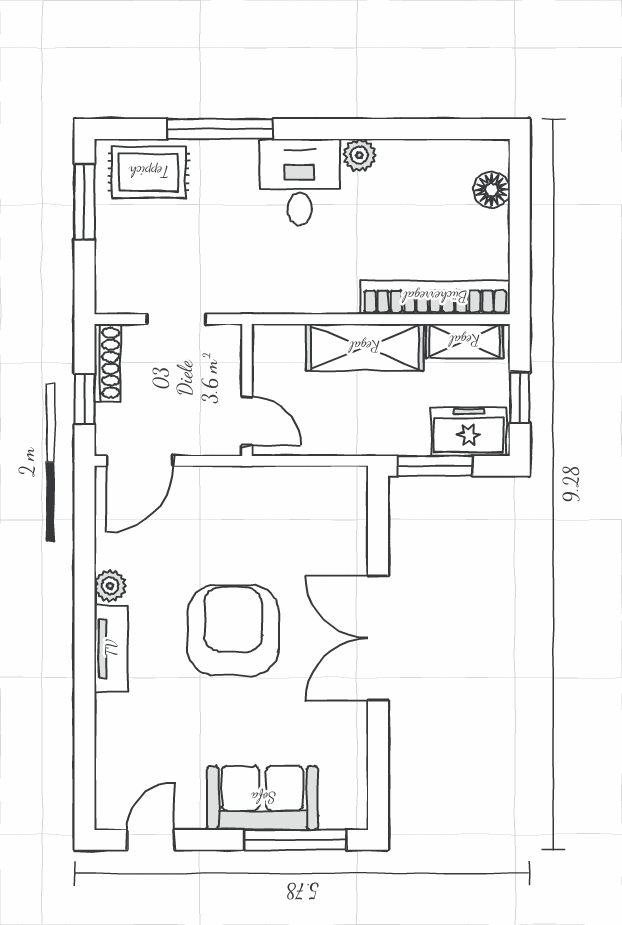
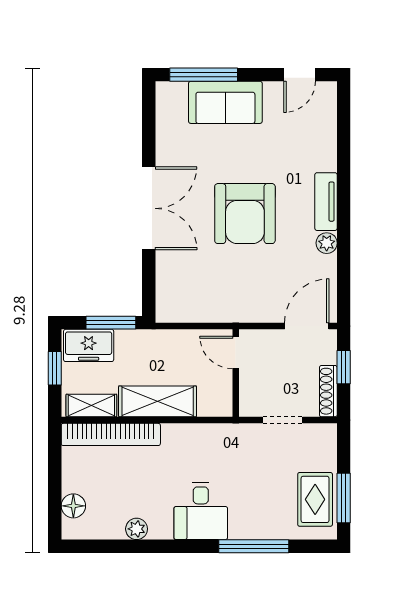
plant: (359, 155) -> (137, 529), moved
rug: (149, 172) -> (315, 499), moved, turned 90

